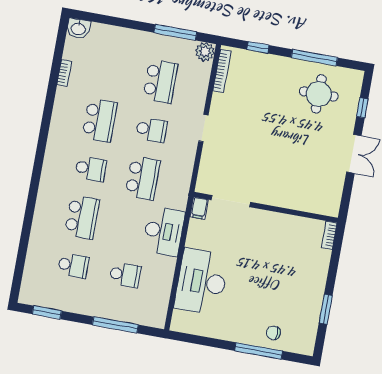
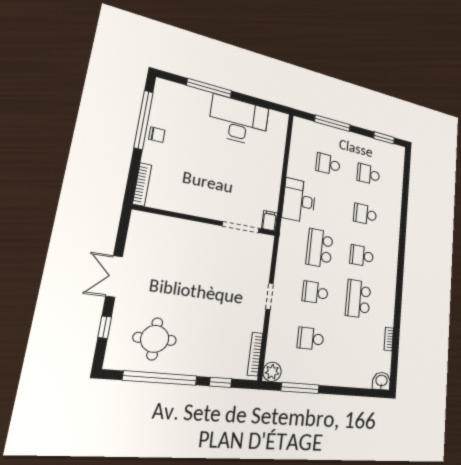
window: (314, 58) -> (160, 378), width x1.46
school desk: (160, 81) -> (311, 339), width x0.54
school desk: (82, 217) -> (365, 214), width x0.54
bookcase: (329, 235) -> (142, 184), width x1.56
desk: (202, 282) -> (239, 121), moved, turned -90
window: (326, 309) -> (143, 120), width x2.11
chair: (273, 333) -> (157, 135), moved

